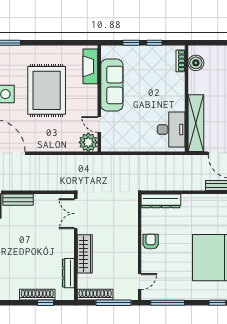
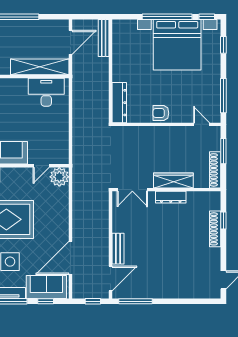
dresser: (68, 273) -> (171, 197), moved
window: (113, 303) -> (223, 151), width x0.69

